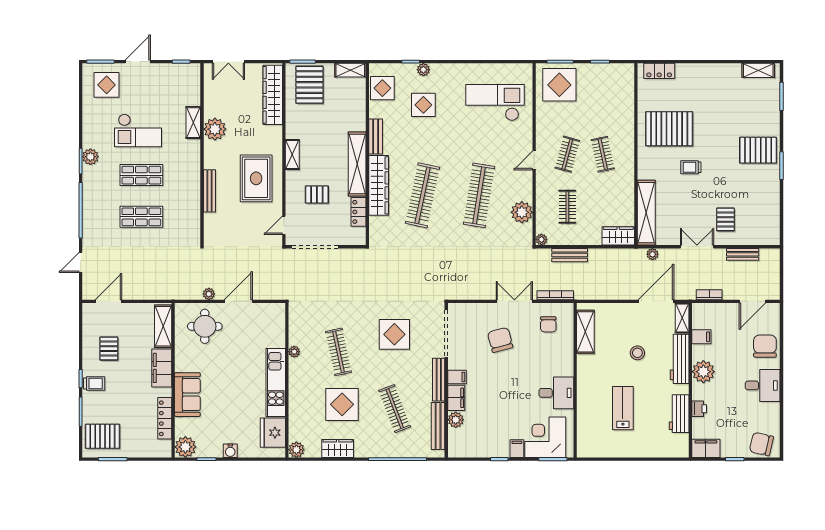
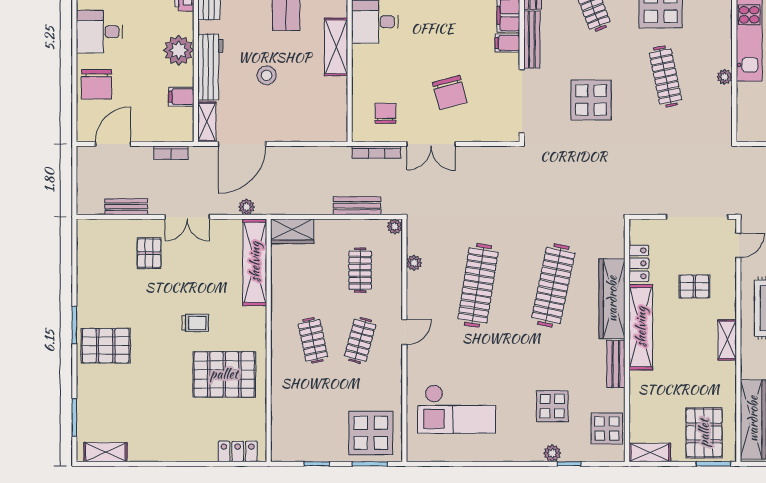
plant: (522, 212) -> (414, 263), width x0.53, depth x0.53
shelving: (585, 332) -> (336, 47), moved

